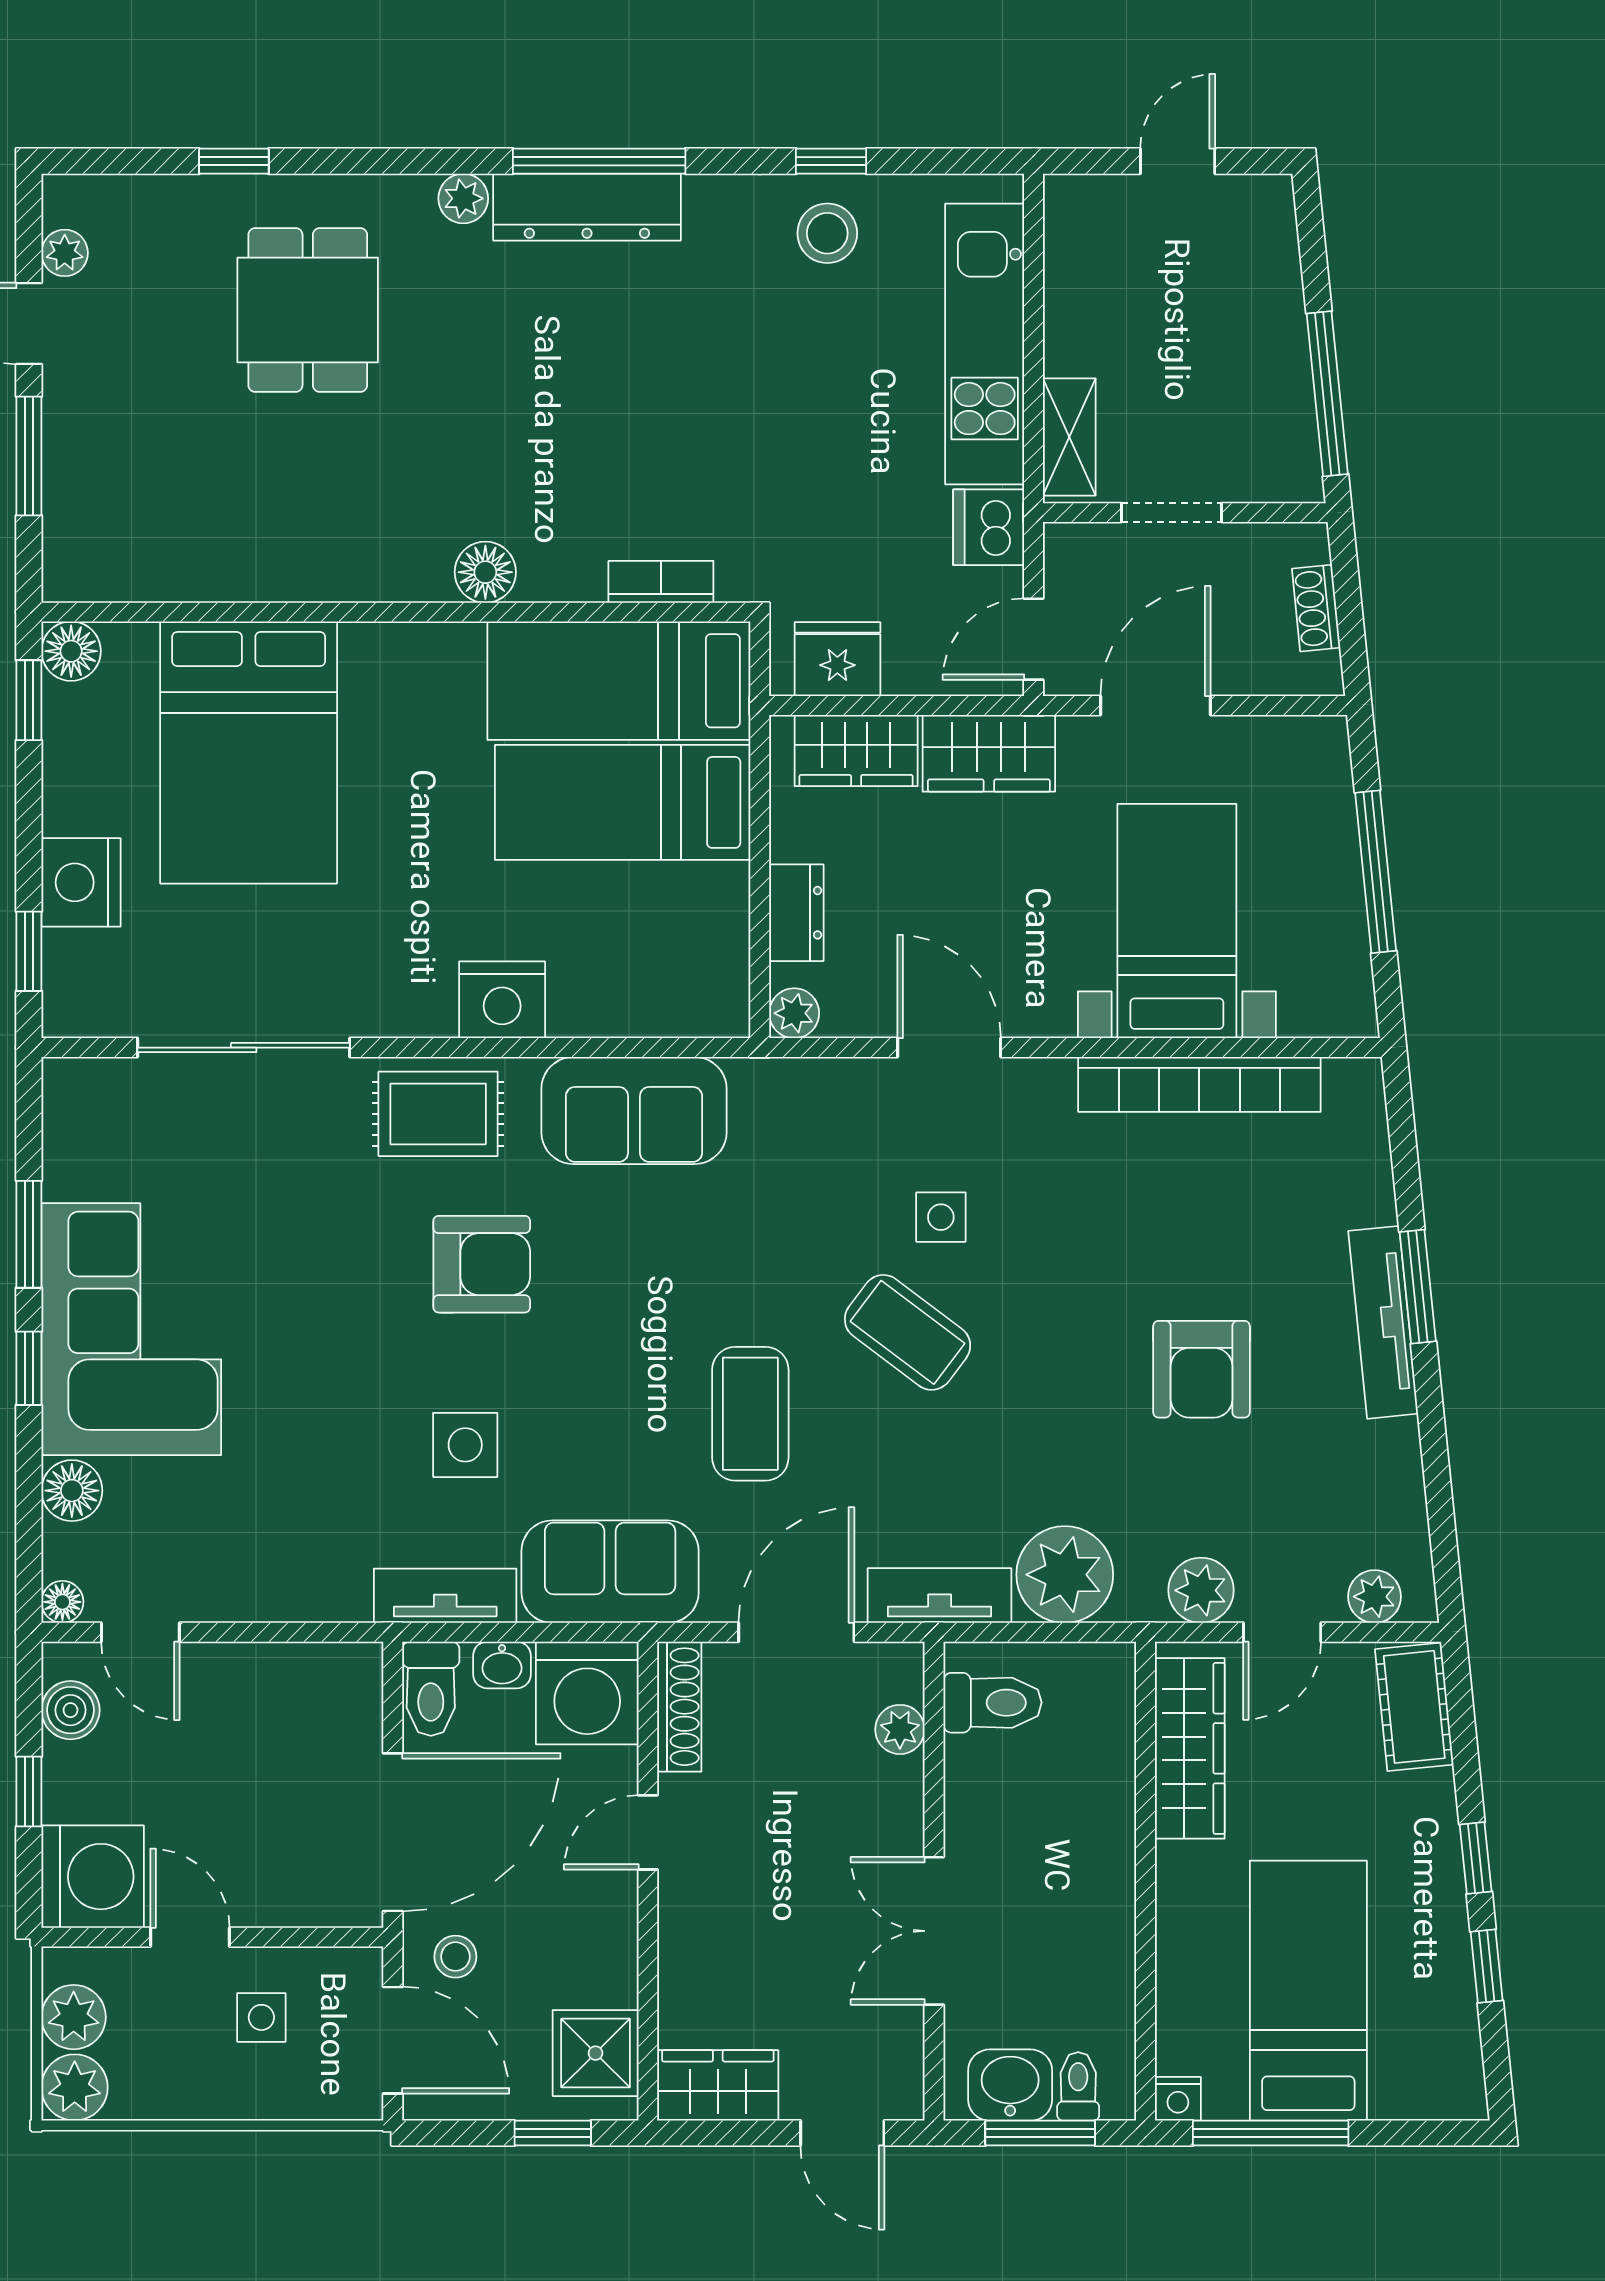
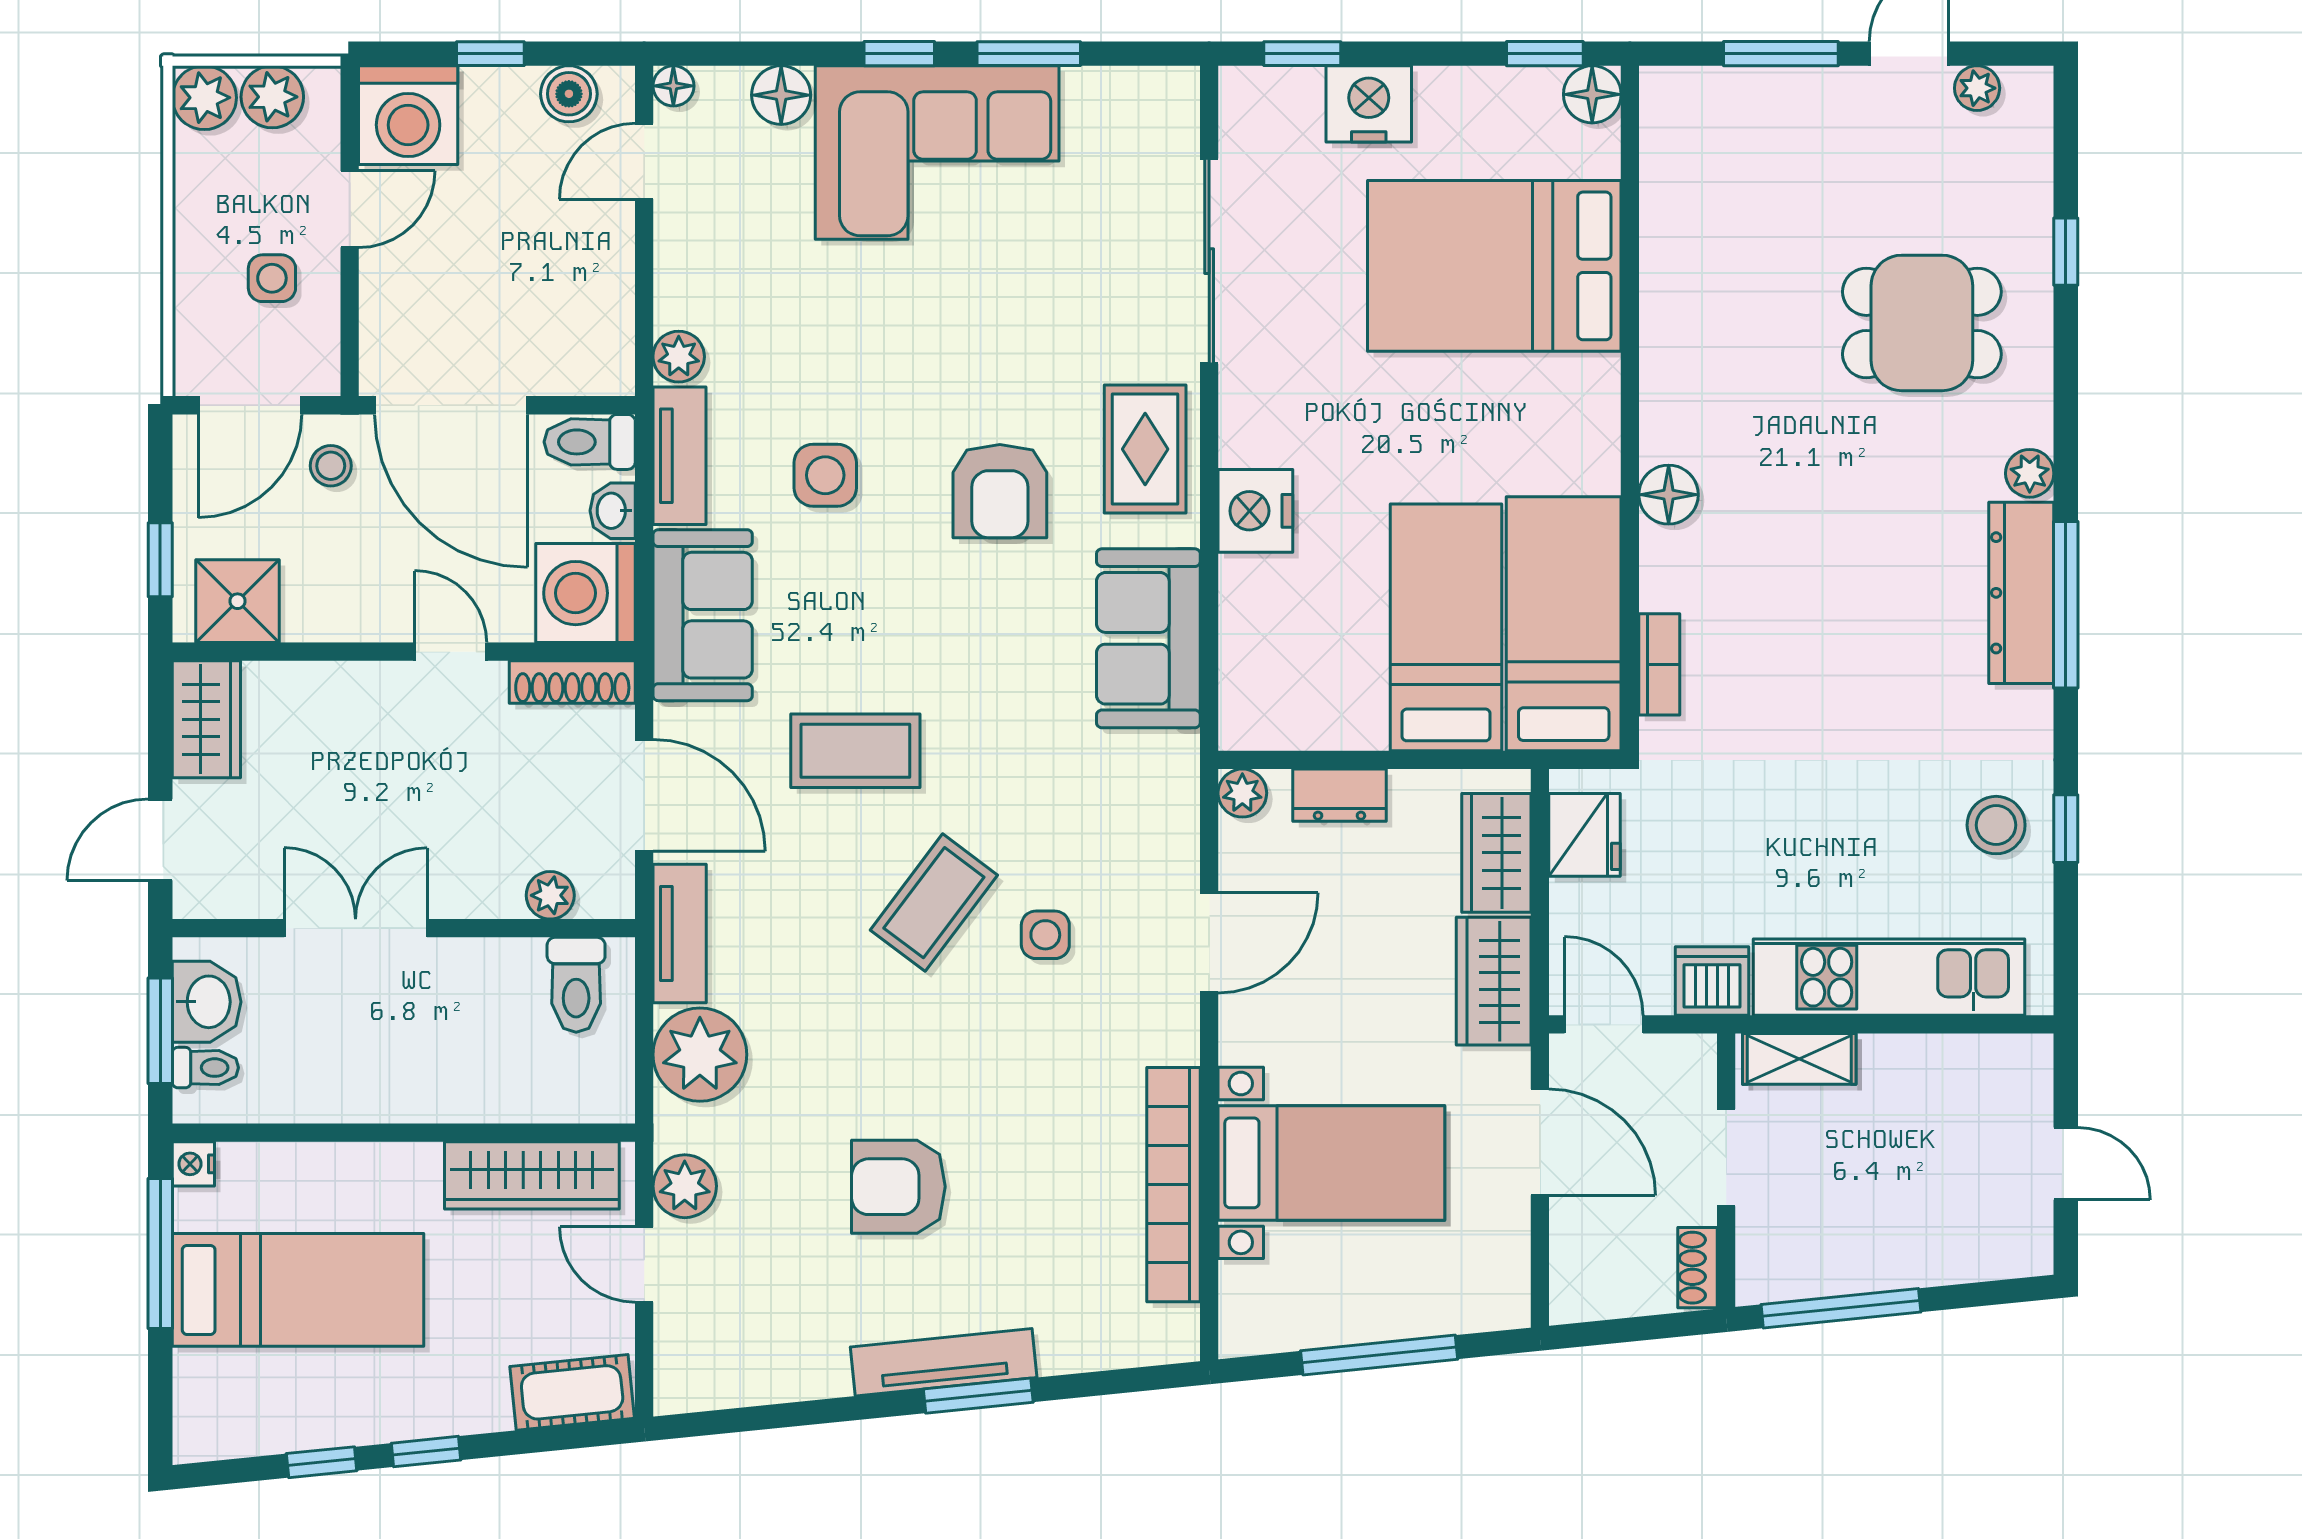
shoe rack: (1316, 608) -> (1698, 1268), moved, turned -84
plant: (1375, 1597) -> (679, 357), moved

